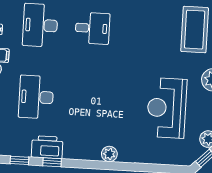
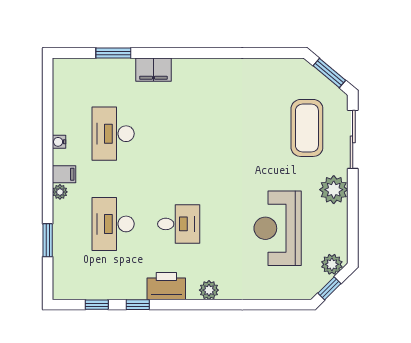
desk: (92, 28) -> (179, 224), moved
printer: (47, 147) -> (166, 286), moved

